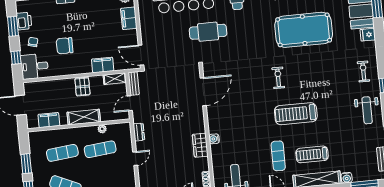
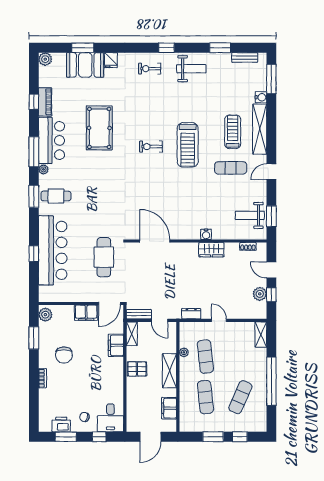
filing cabinet: (129, 18) -> (86, 313), moved
pool table: (304, 30) -> (99, 128), width x0.73, depth x0.76
cafe table: (208, 32) -> (104, 257), moved
chair: (65, 46) -> (64, 355), moved
exercise bike: (278, 78) -> (151, 147), moved
treadmill: (312, 154) -> (233, 132), turned 180

